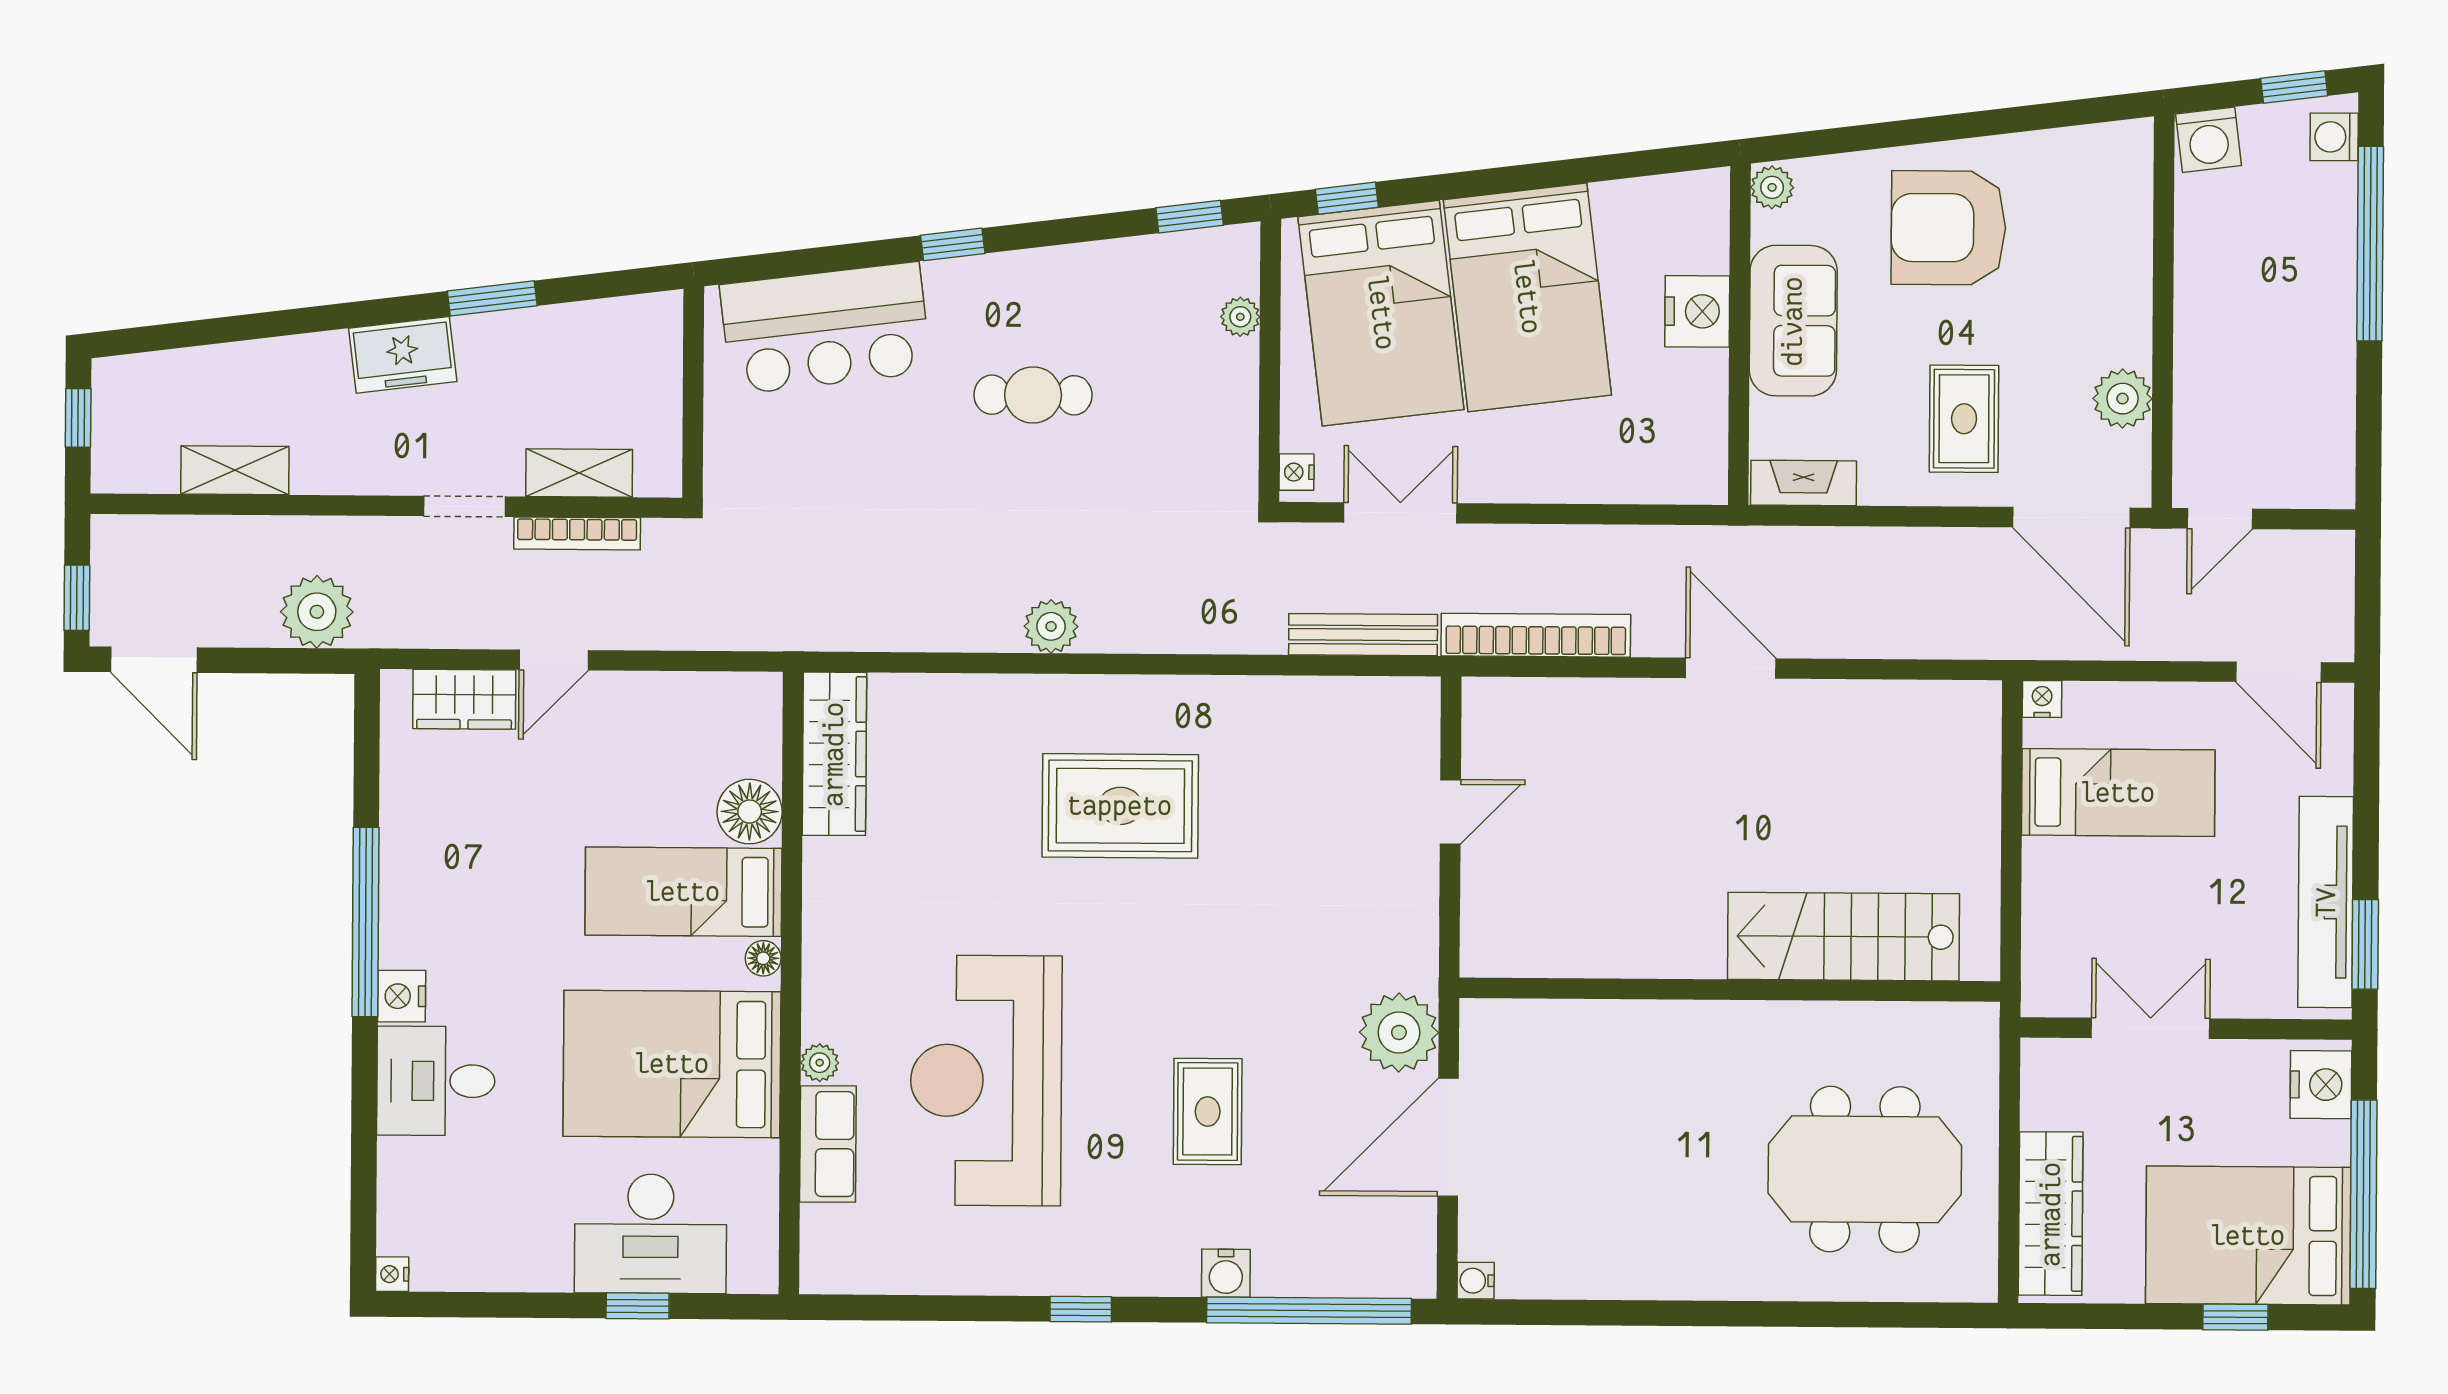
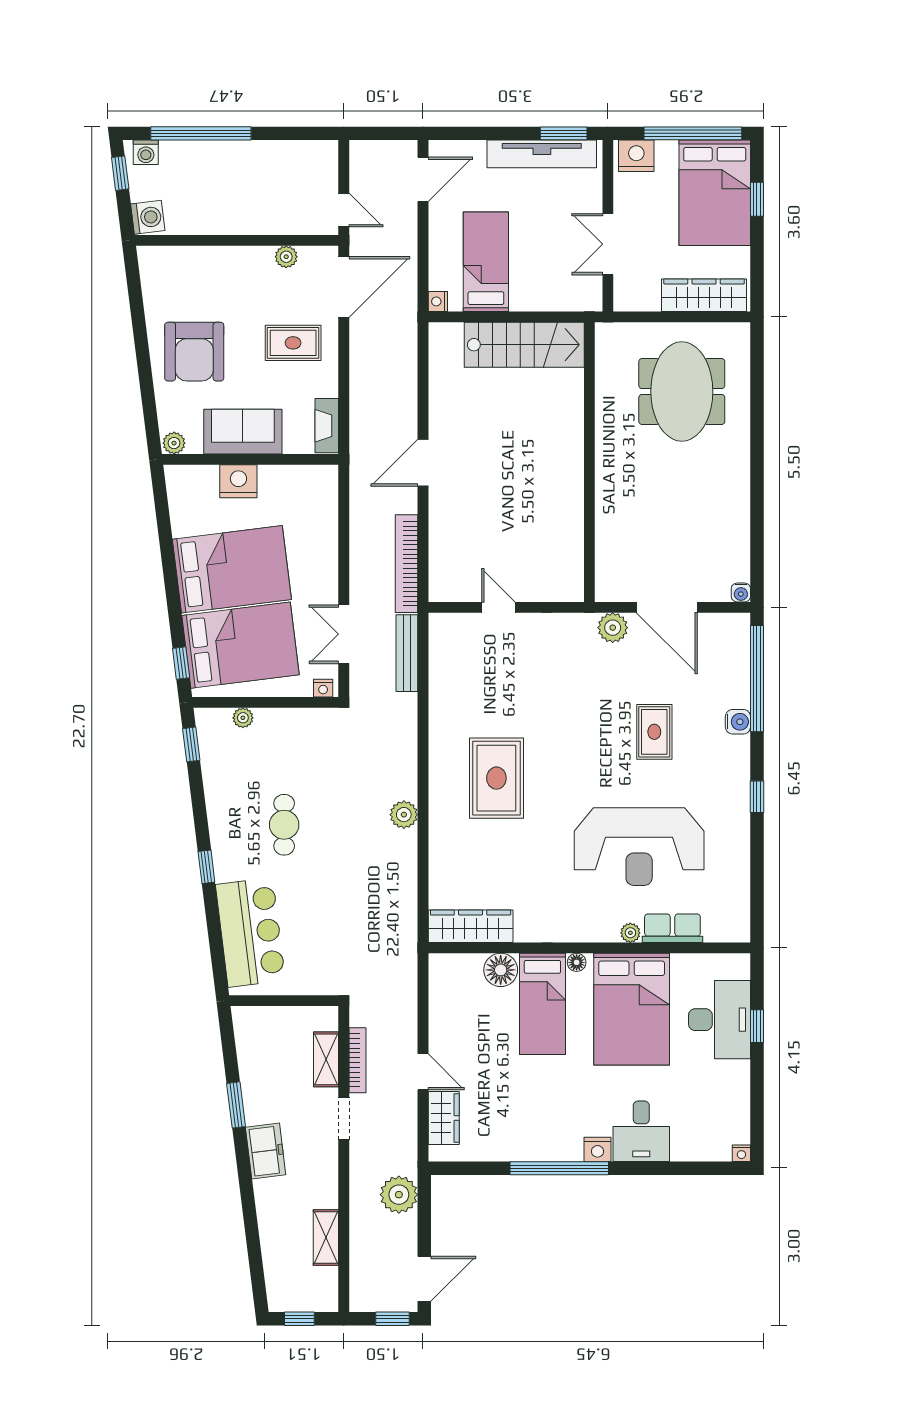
plant: (2123, 399) -> (286, 257), width x0.73, depth x0.73
stairs: (1844, 937) -> (524, 345), moved, turned -90
plant: (1399, 1032) -> (613, 628), width x0.73, depth x0.73
rug: (1208, 1112) -> (654, 732), turned 90

